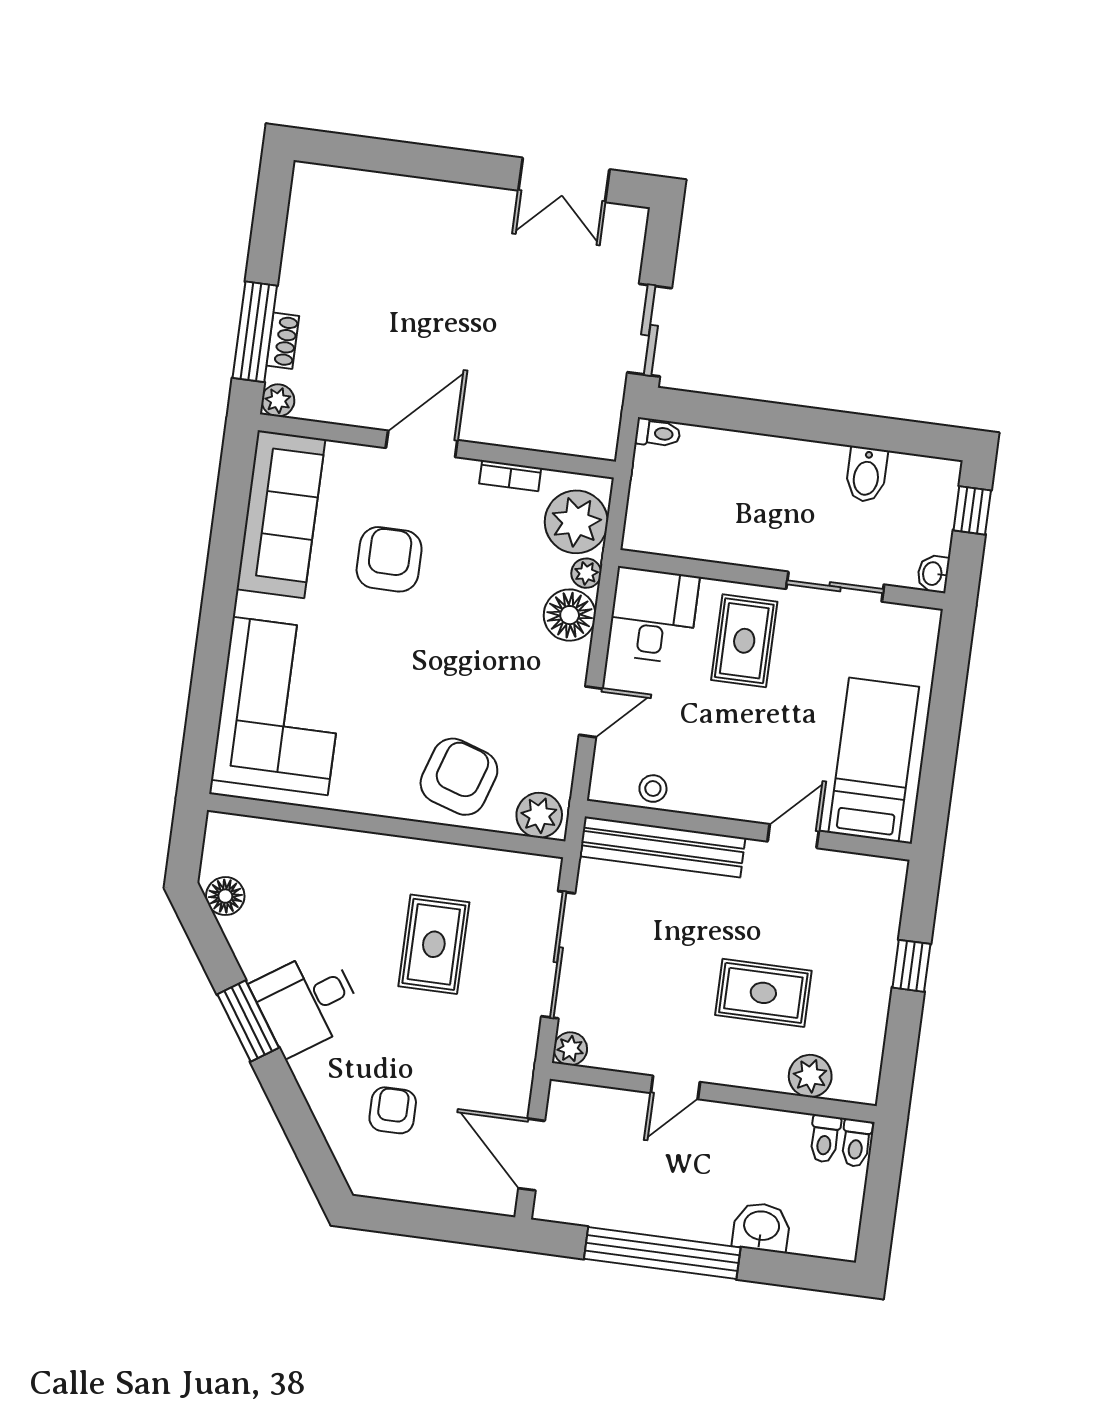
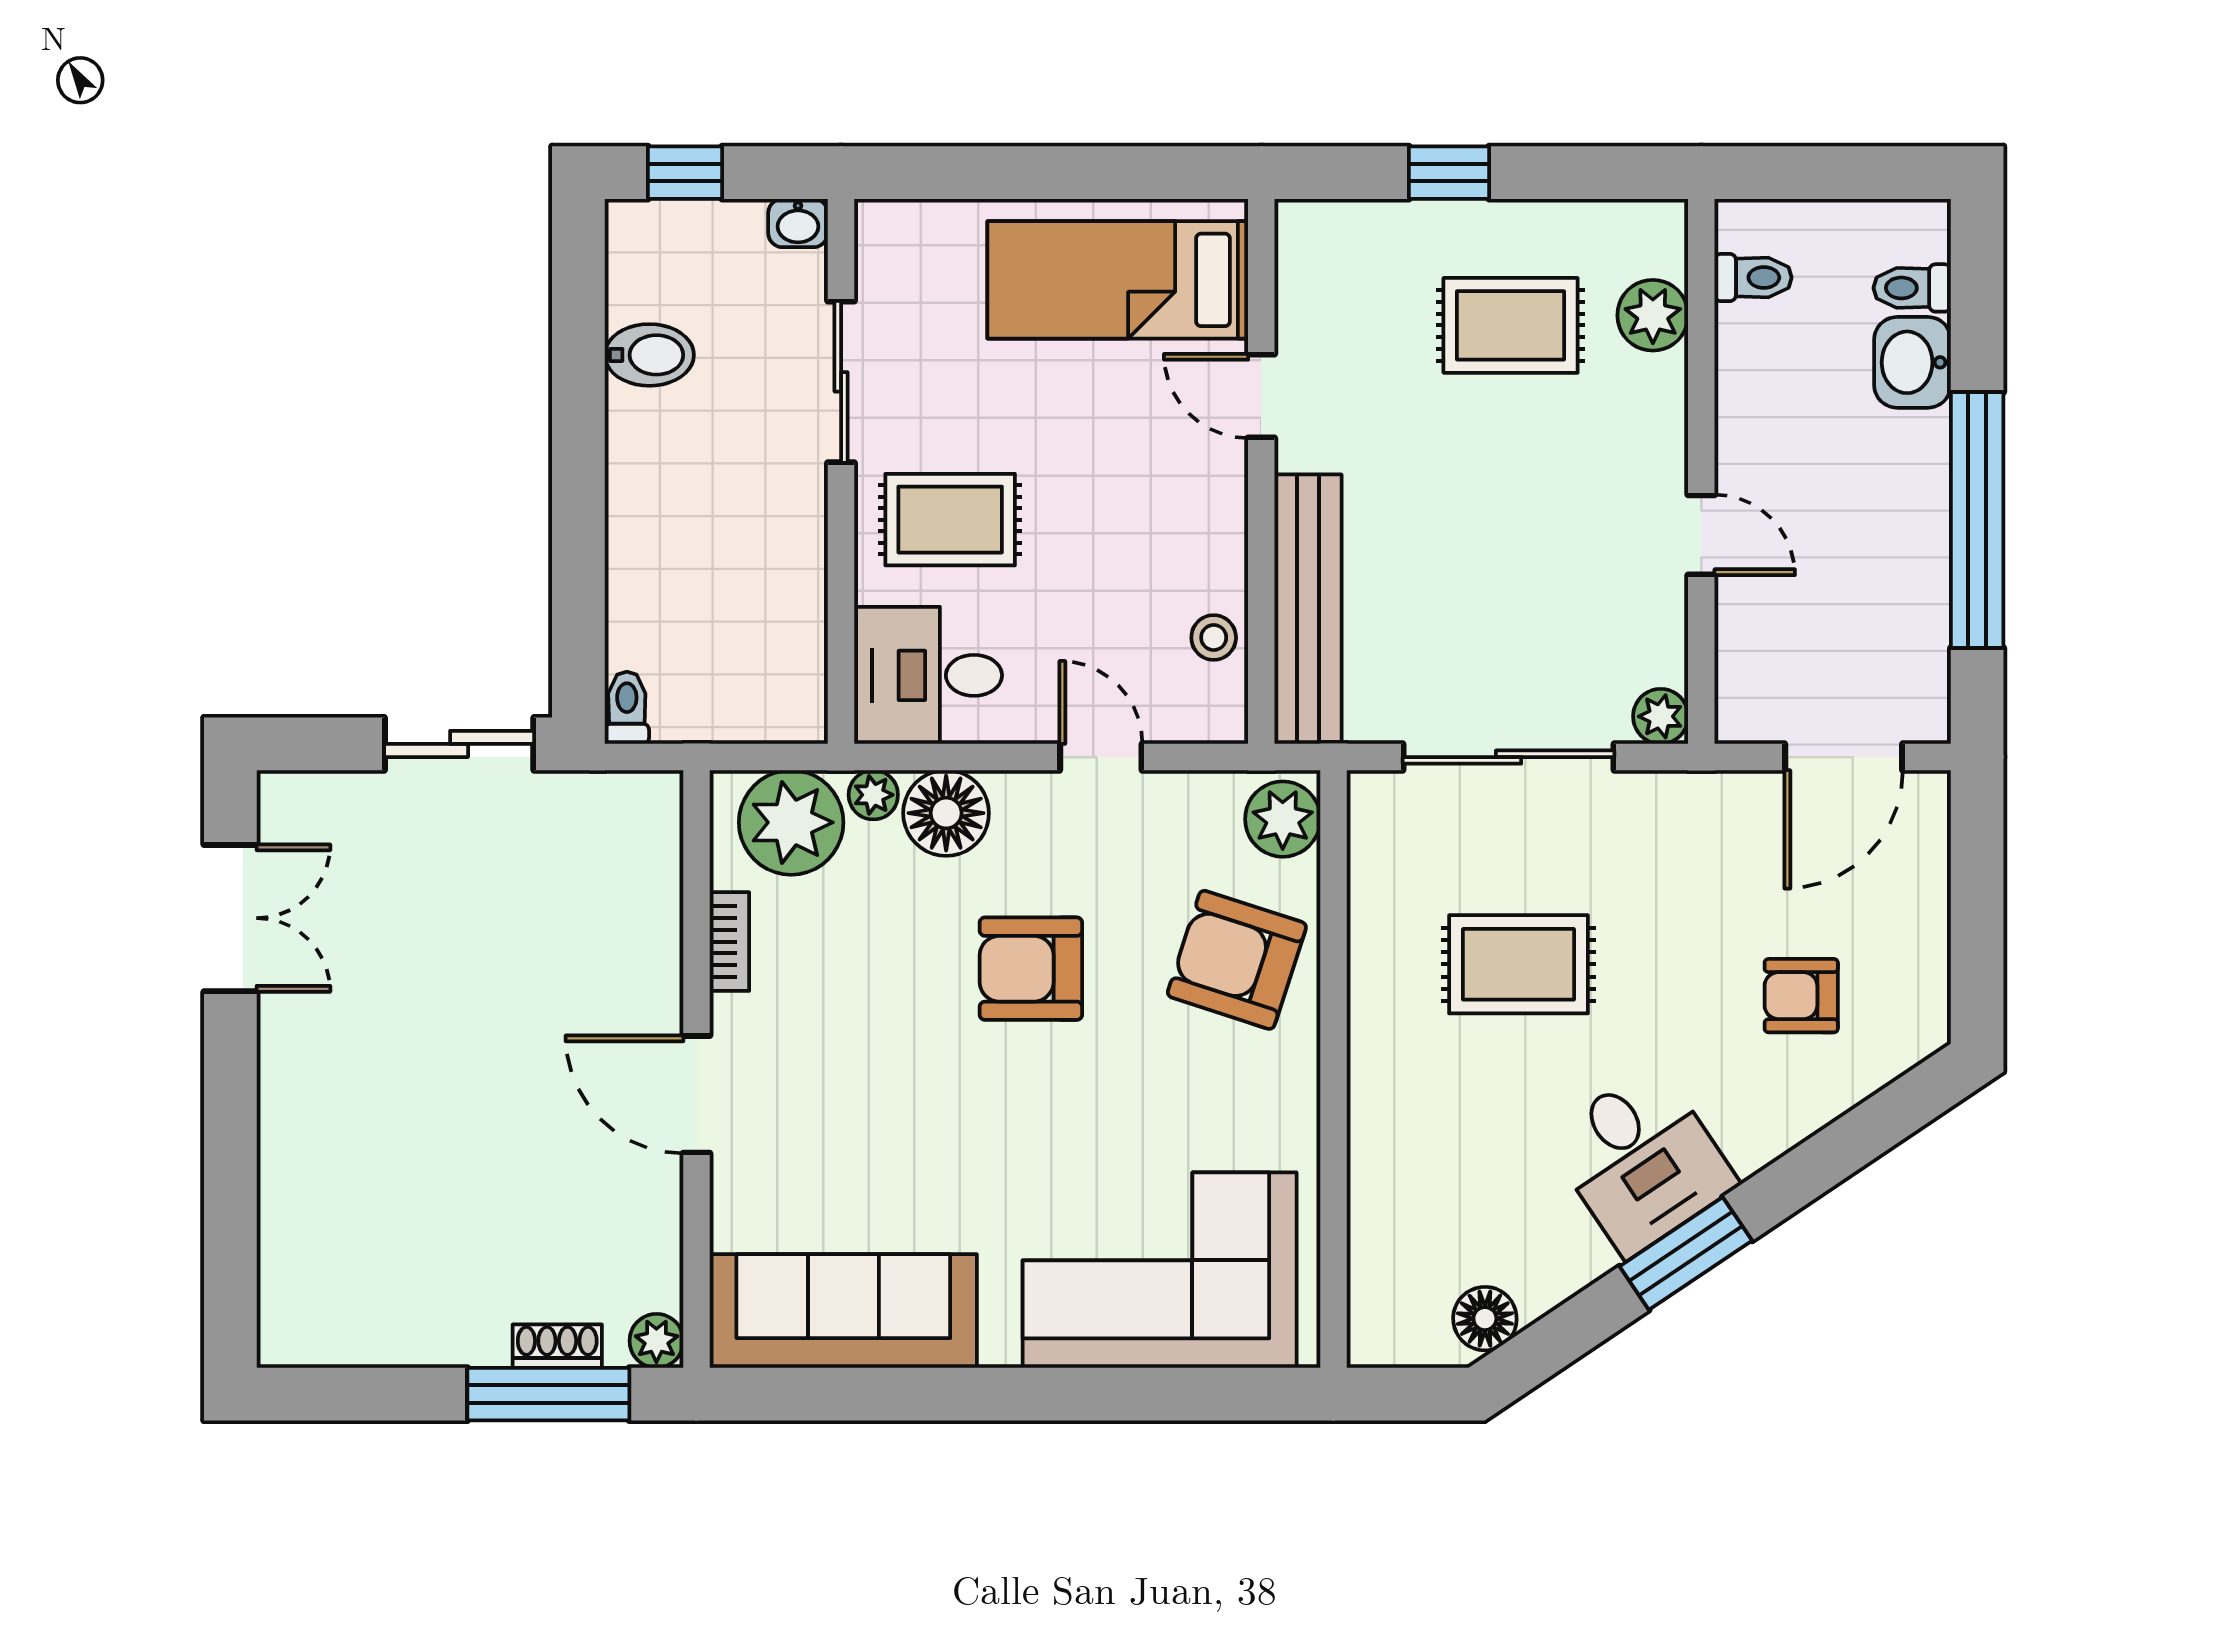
armchair: (389, 559) -> (1031, 969), moved
rug: (763, 993) -> (1511, 325), moved, turned 90
toilet: (856, 1143) -> (1912, 288), moved, turned 180

